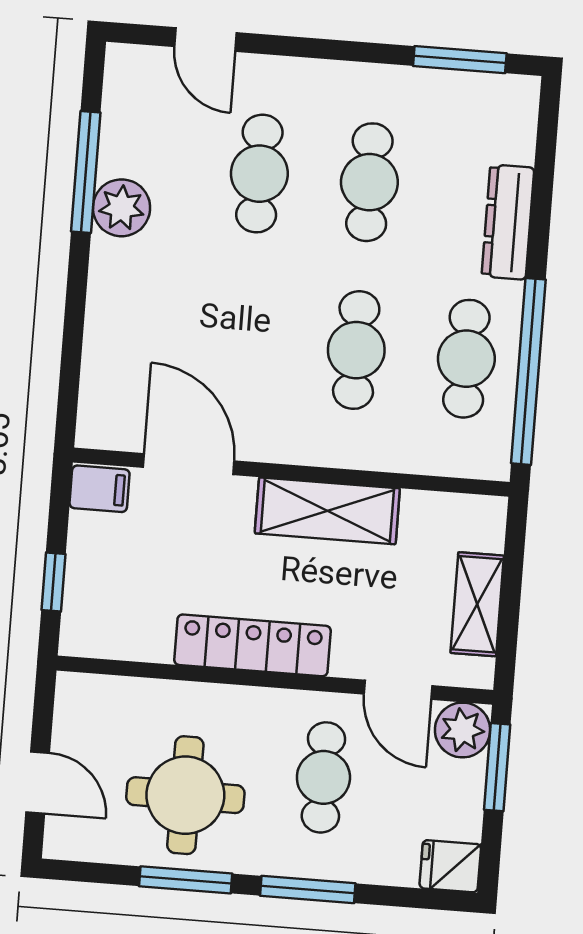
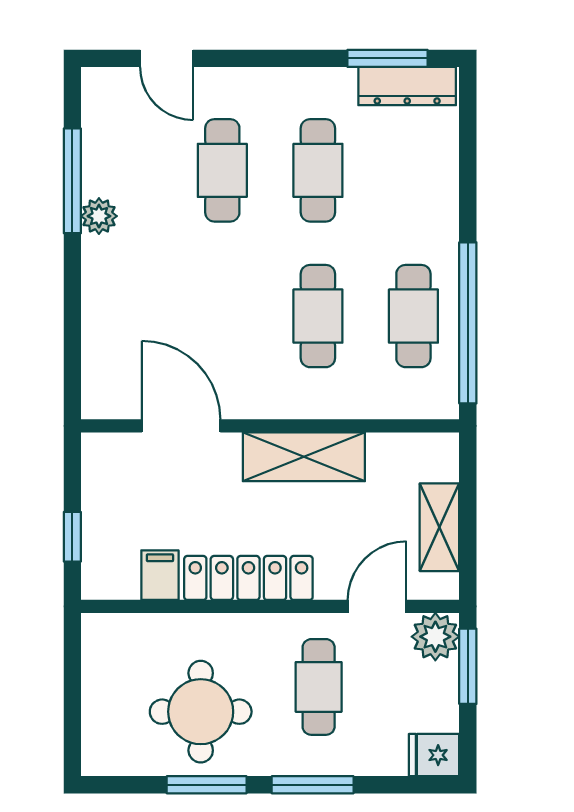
plant: (122, 208) -> (99, 216), width x0.73, depth x0.73
dresser: (508, 222) -> (407, 86), moved, turned -90
filing cabinet: (100, 489) -> (160, 575), moved, turned -90
door: (398, 690) -> (377, 606), swing flipped
door: (38, 782) -> (72, 711), removed

